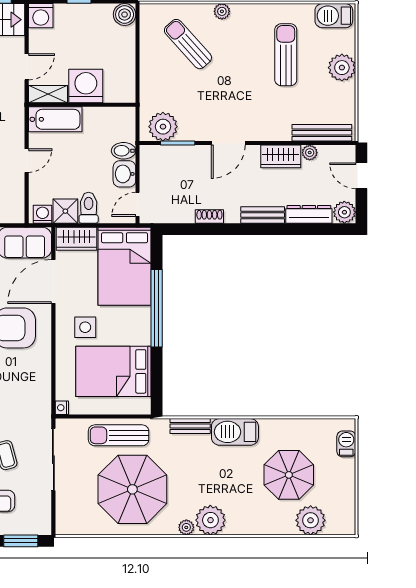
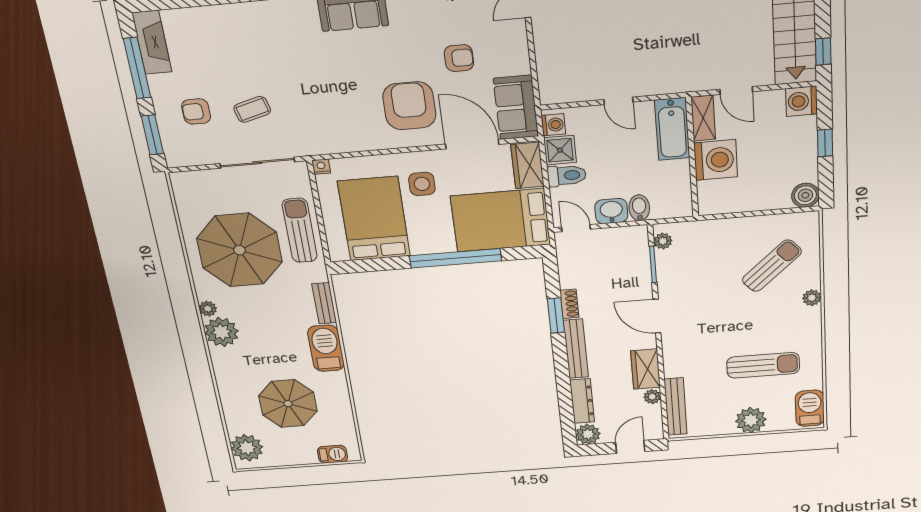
plant: (163, 127) -> (663, 241), width x0.53, depth x0.53
bench: (263, 215) -> (576, 349), width x1.36
window: (220, 229) -> (556, 316), added
plant: (311, 520) -> (247, 448), moved

